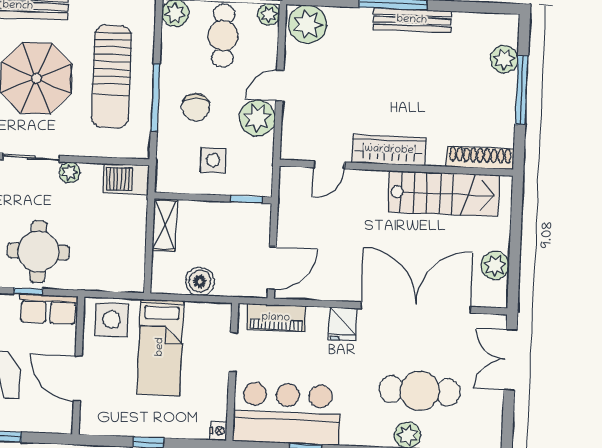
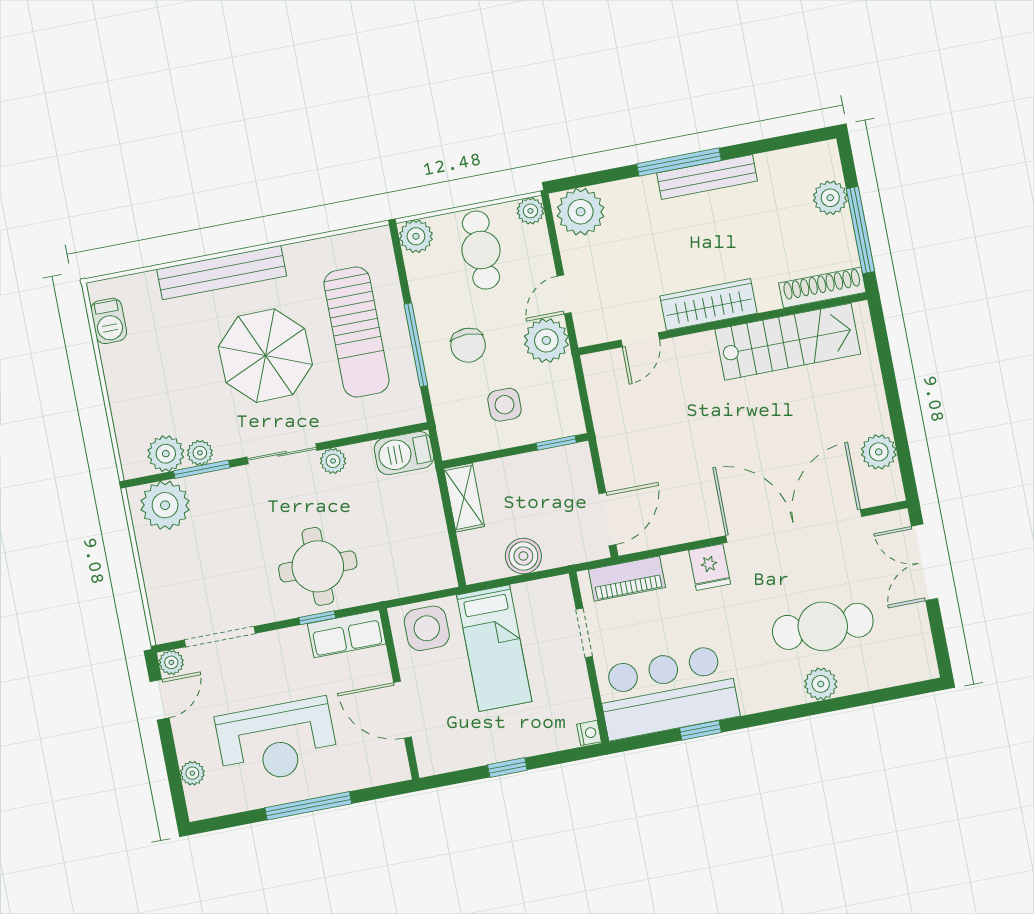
wardrobe: (389, 150) -> (708, 305), moved
shoe rack: (480, 158) -> (822, 288), moved
door: (329, 165) -> (640, 340), moved
wall: (396, 168) -> (723, 324), moved
stairs: (443, 194) -> (788, 342), moved

